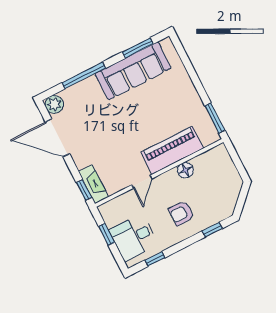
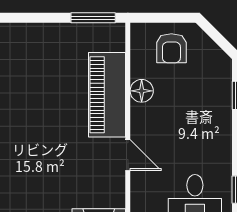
armchair: (181, 213) -> (171, 48), moved

